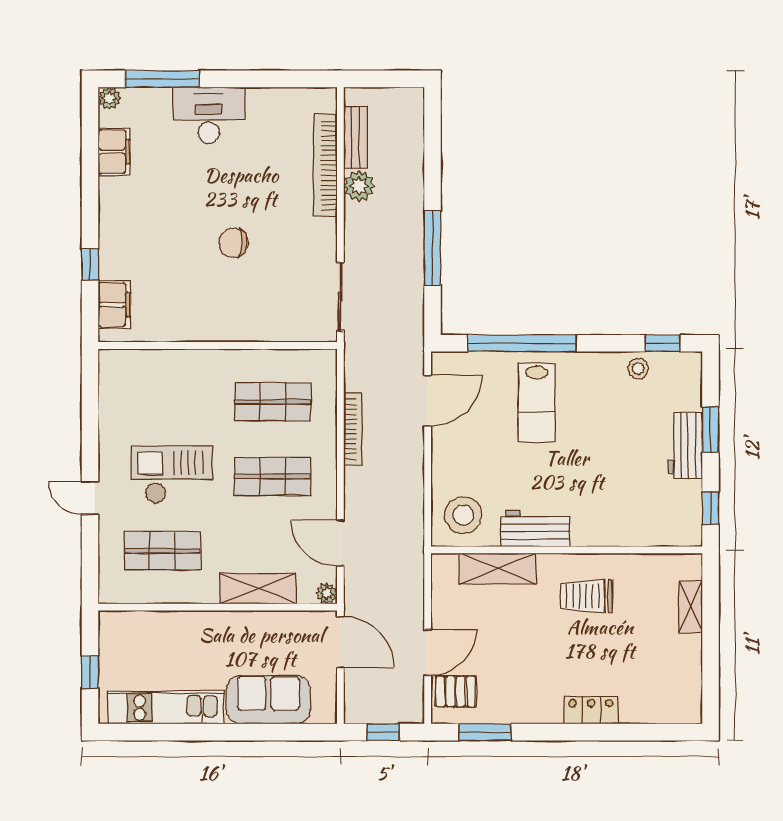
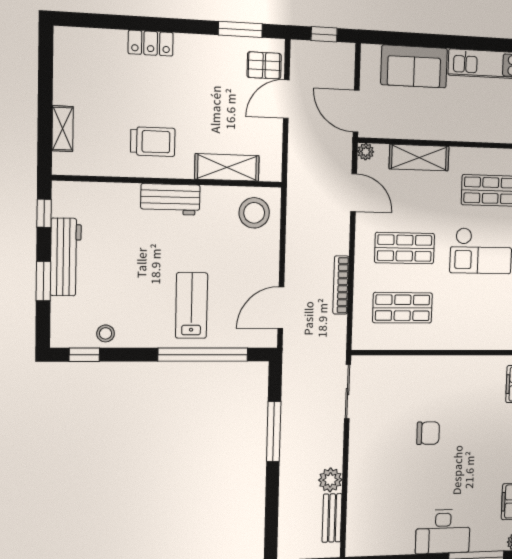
bookcase: (325, 165) -> (356, 495), removed
workbench: (685, 446) -> (66, 257), width x1.38
workbench: (536, 529) -> (170, 199), moved

